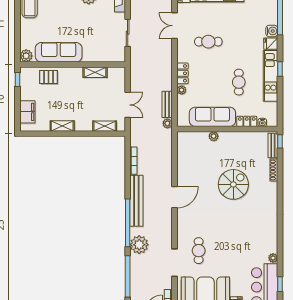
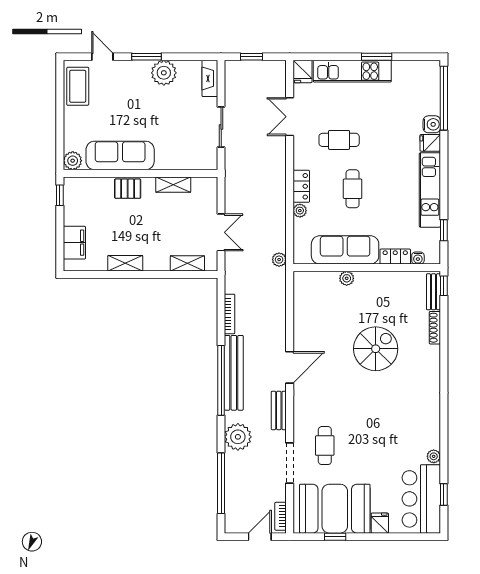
window: (280, 69) -> (444, 230), moved
pallet: (49, 77) -> (128, 189), moved
cafe table: (239, 82) -> (353, 189), moved
bench: (167, 104) -> (279, 410), moved
window: (128, 223) -> (221, 380), moved

